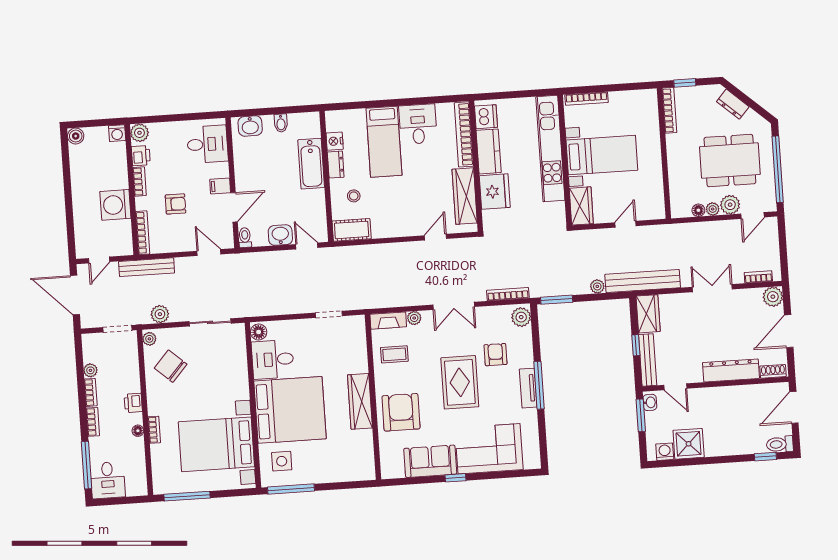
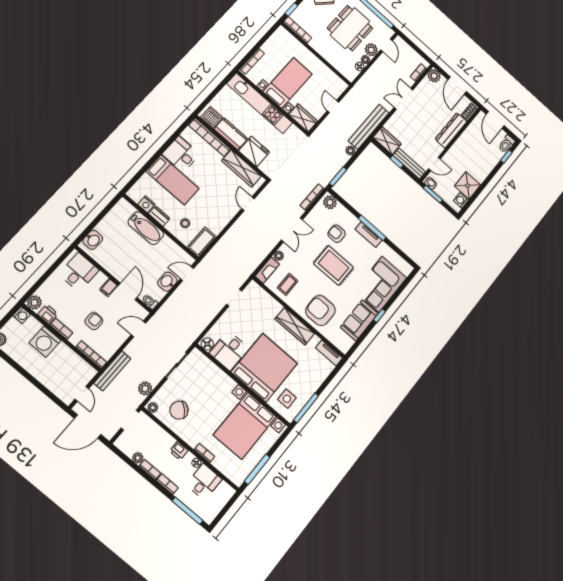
bidet: (281, 123) -> (108, 222), removed
washing machine: (115, 205) -> (45, 342), moved
tv unit: (367, 461) -> (329, 353), added
desk: (108, 480) -> (204, 482), moved, turned -90

